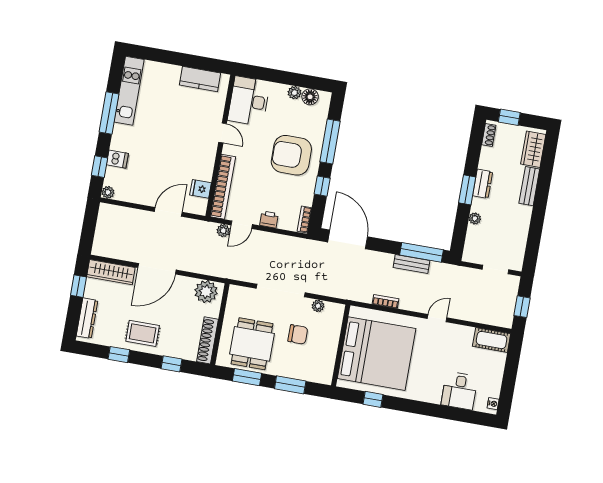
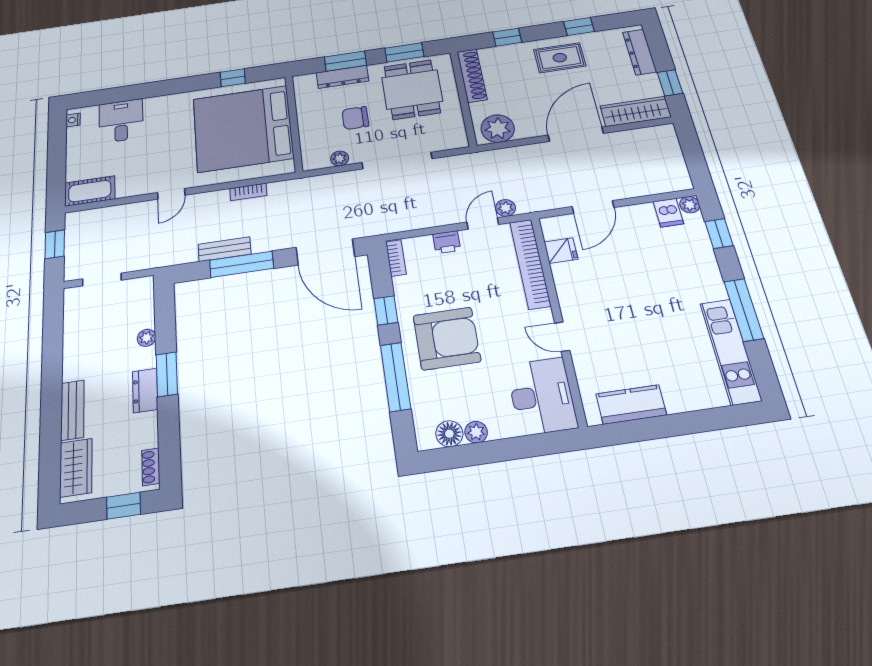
dishwasher: (117, 159) -> (668, 213), moved, turned -90
window: (422, 252) -> (242, 264), moved
dresser: (296, 372) -> (342, 77), added

